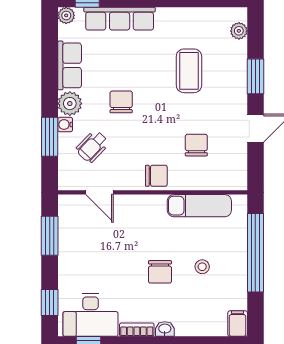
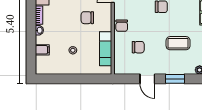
window: (255, 253) -> (80, 79), removed
chair: (160, 272) -> (87, 18), moved
filing cabinet: (238, 324) -> (42, 50), moved

